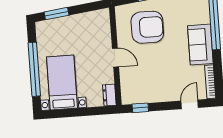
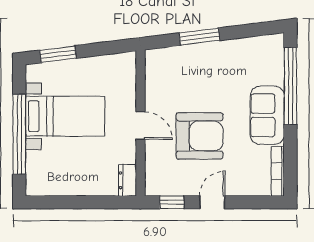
armchair: (147, 27) -> (200, 136), moved
bed with nightstands: (62, 82) -> (65, 116), moved, turned 90
door: (190, 104) -> (212, 202), moved

